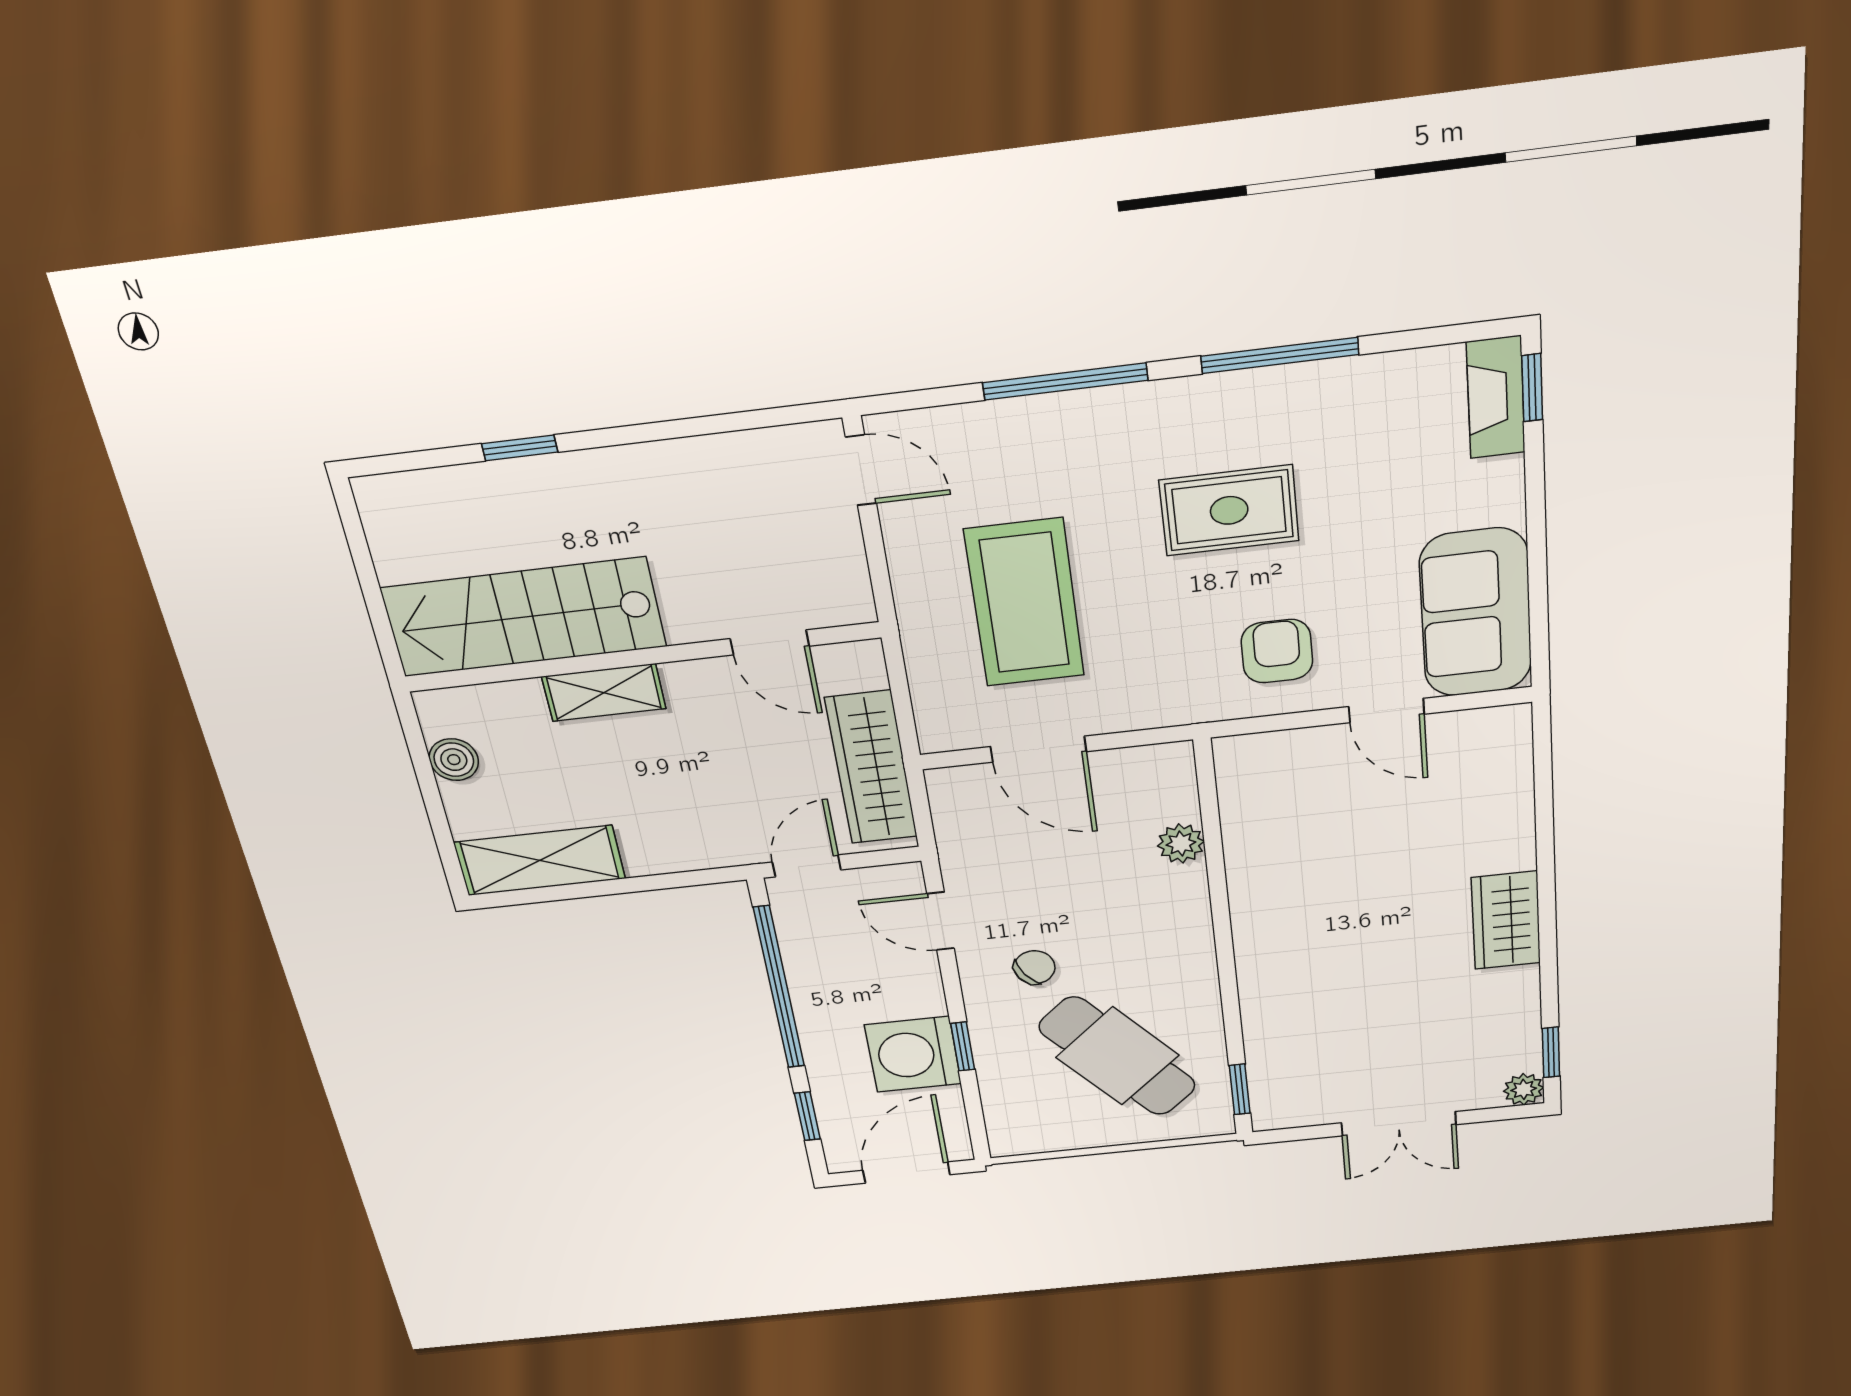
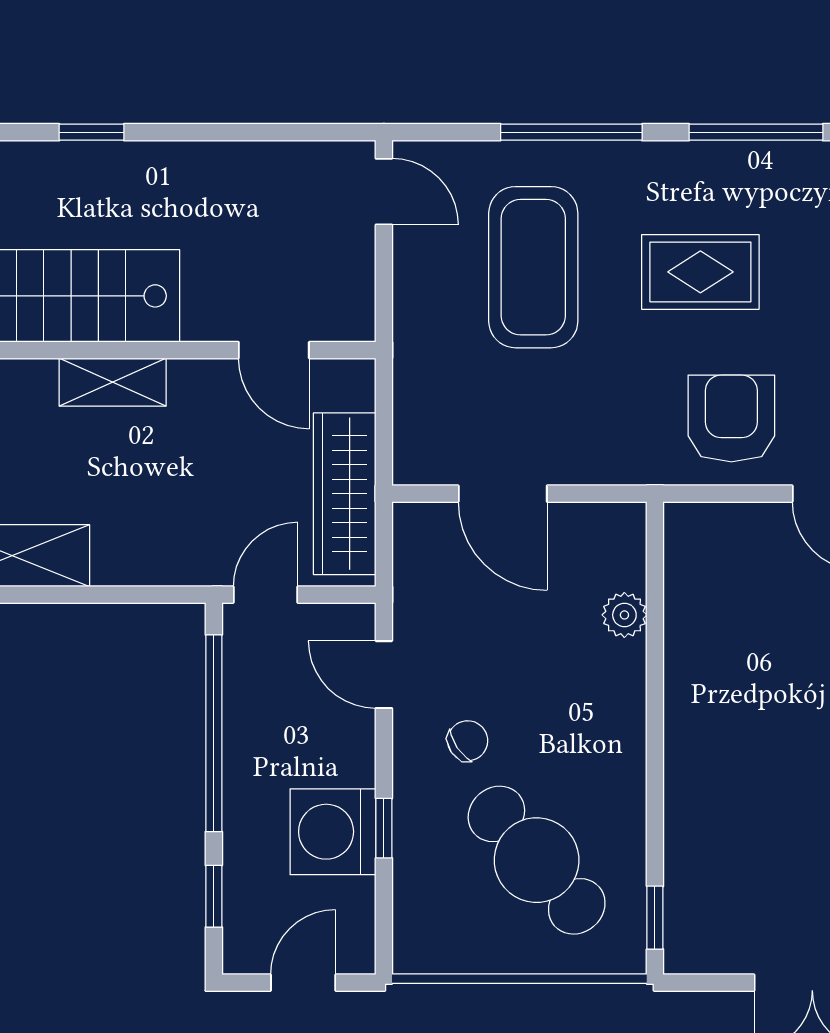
coffee table: (1025, 603) -> (533, 267), moved
armchair: (1277, 651) -> (731, 418), width x1.38, depth x1.38
door: (906, 1173) -> (303, 983), width x0.73

